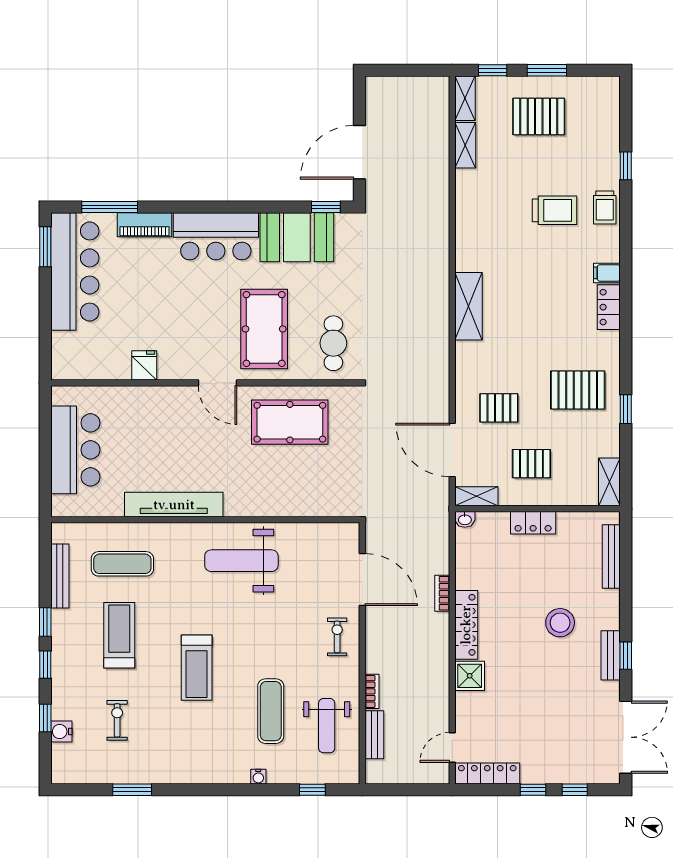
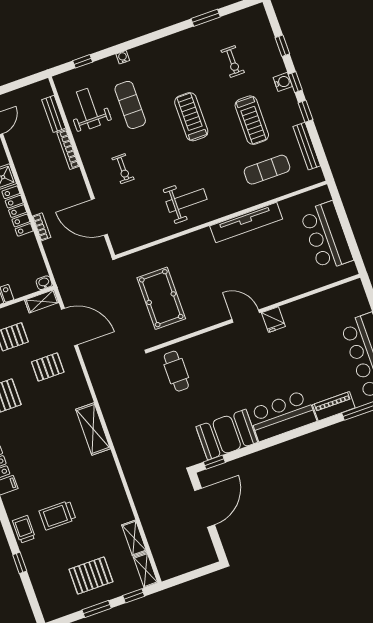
pool table: (264, 329) -> (227, 364), removed
fridge: (144, 365) -> (273, 320), moved
pool table: (290, 422) -> (161, 298), moved, turned 90
weight bench: (241, 561) -> (187, 201), width x0.73, depth x0.75
exercise bike: (337, 637) -> (123, 169), moved
bookcase: (372, 691) -> (68, 150), width x1.56
water cooler: (61, 732) -> (283, 82), moved

